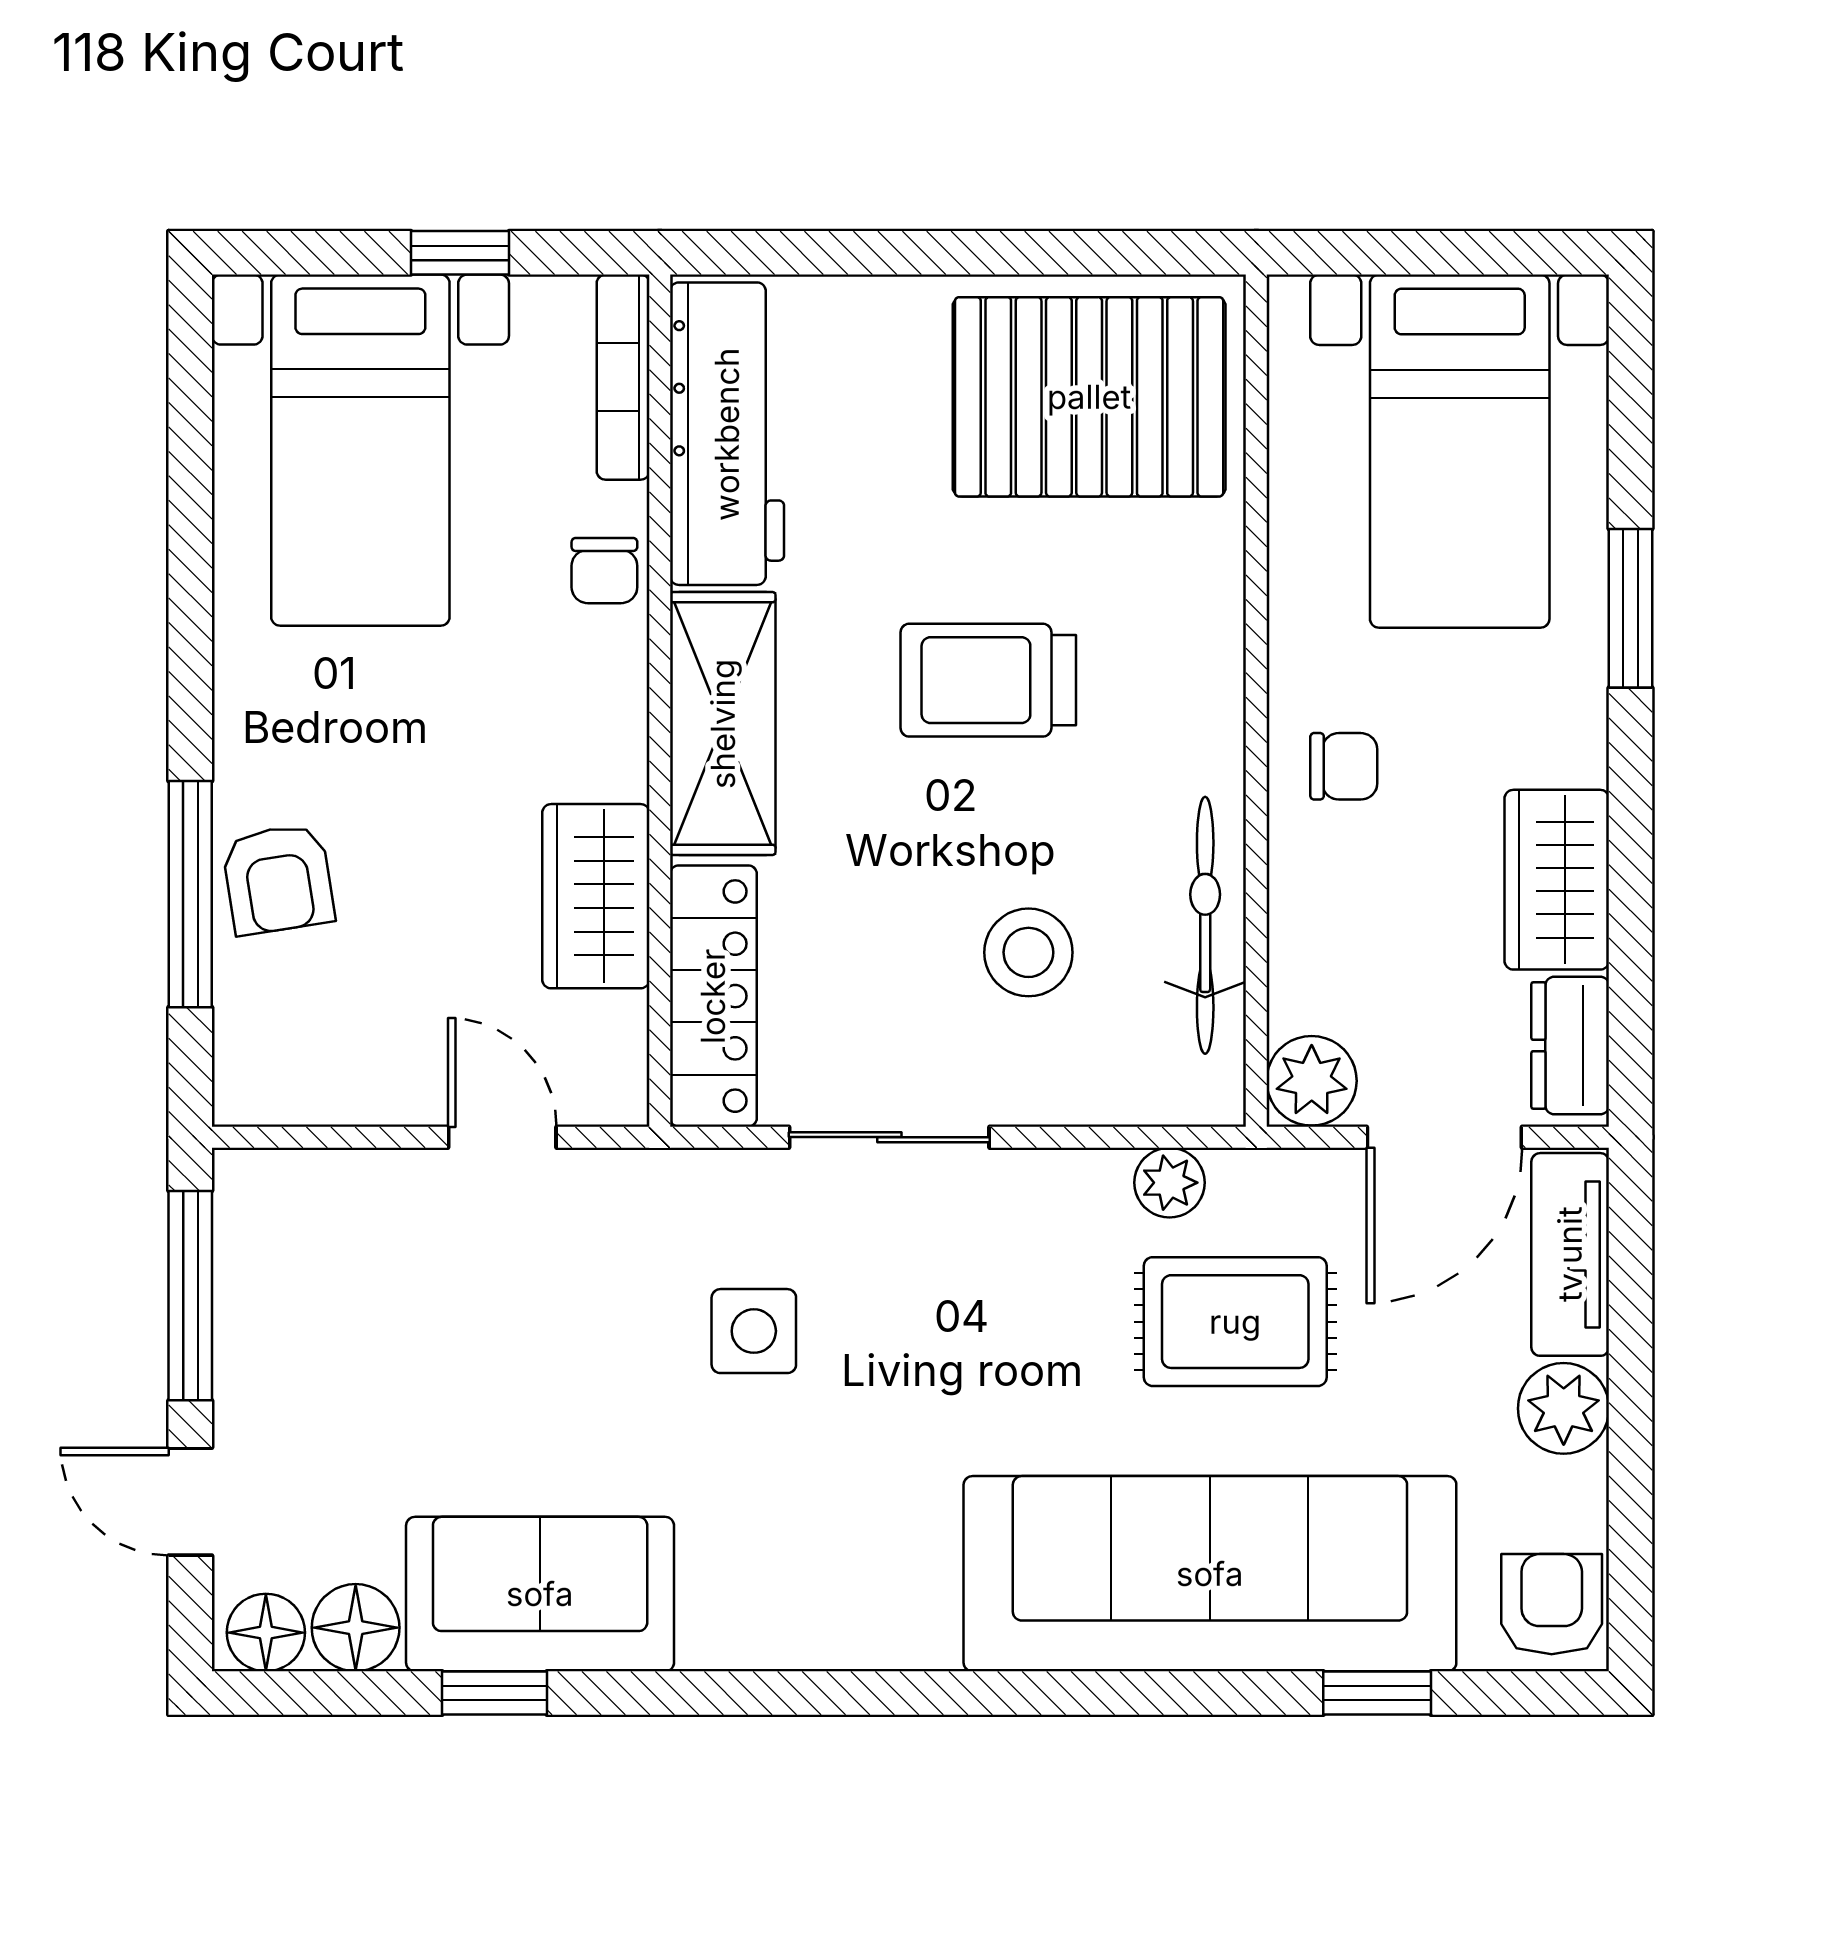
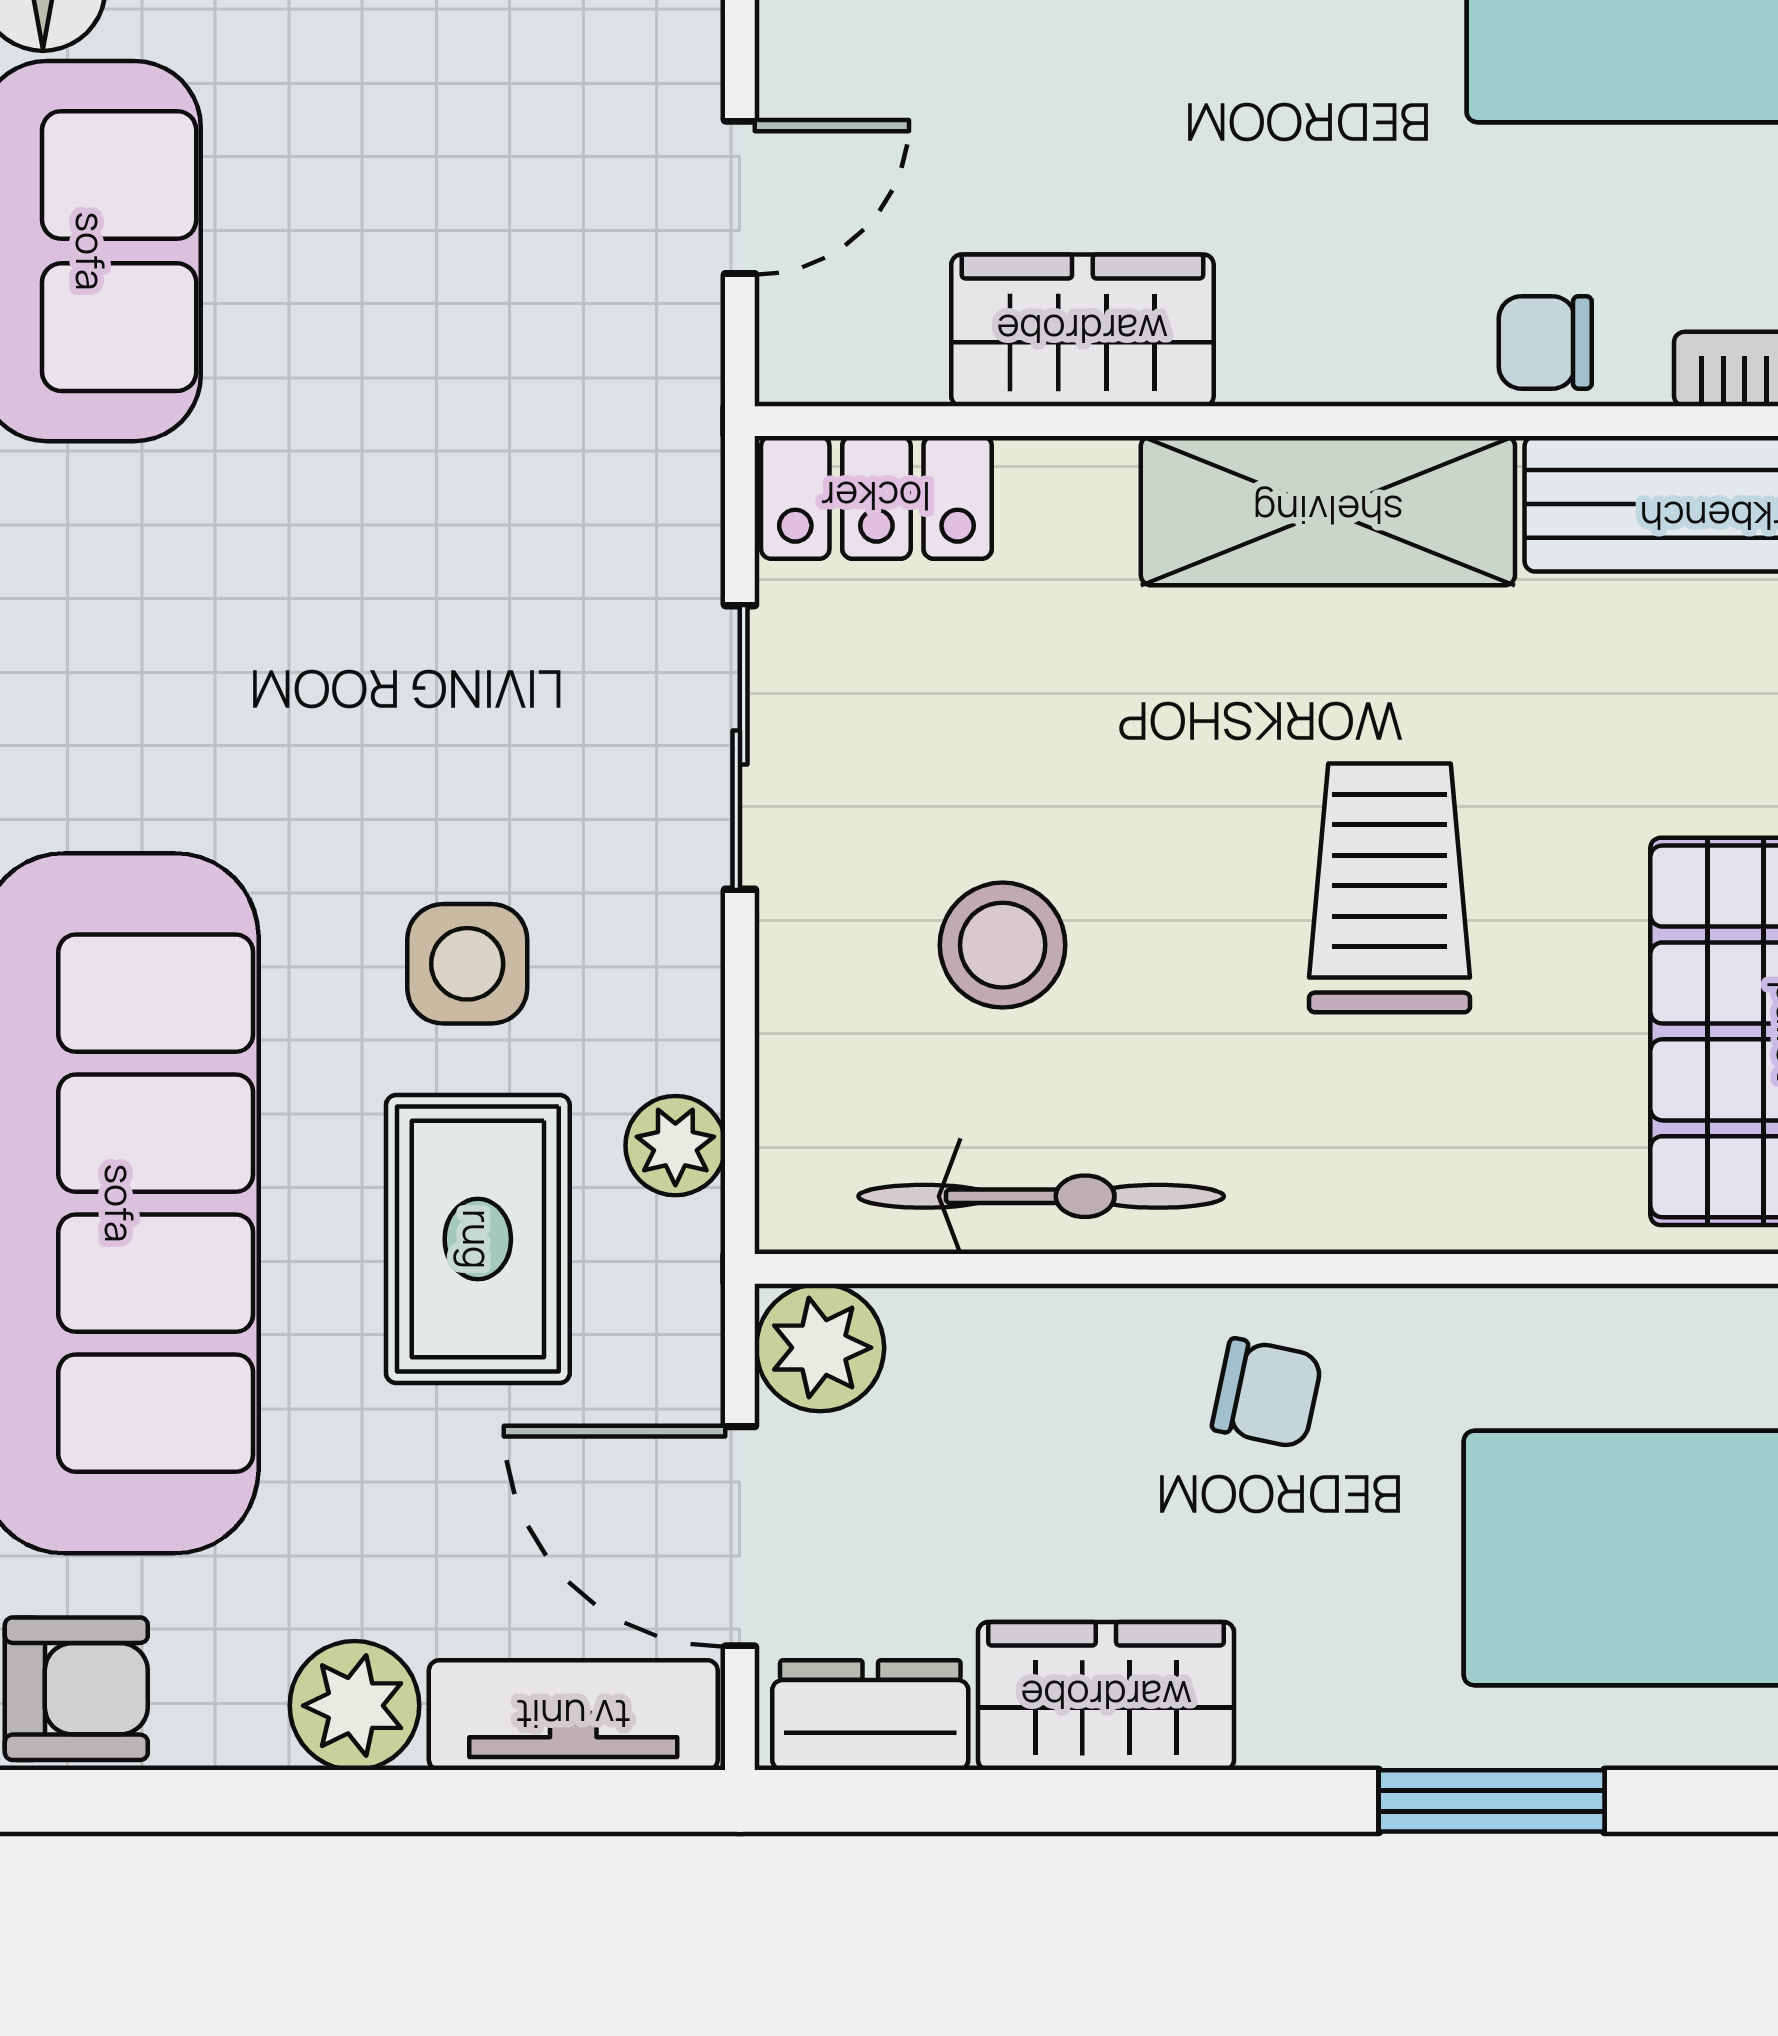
chair: (1344, 766) -> (1267, 1393), turned -78
locker: (713, 996) -> (876, 497), width x0.66
side table: (754, 1331) -> (467, 964), moved

